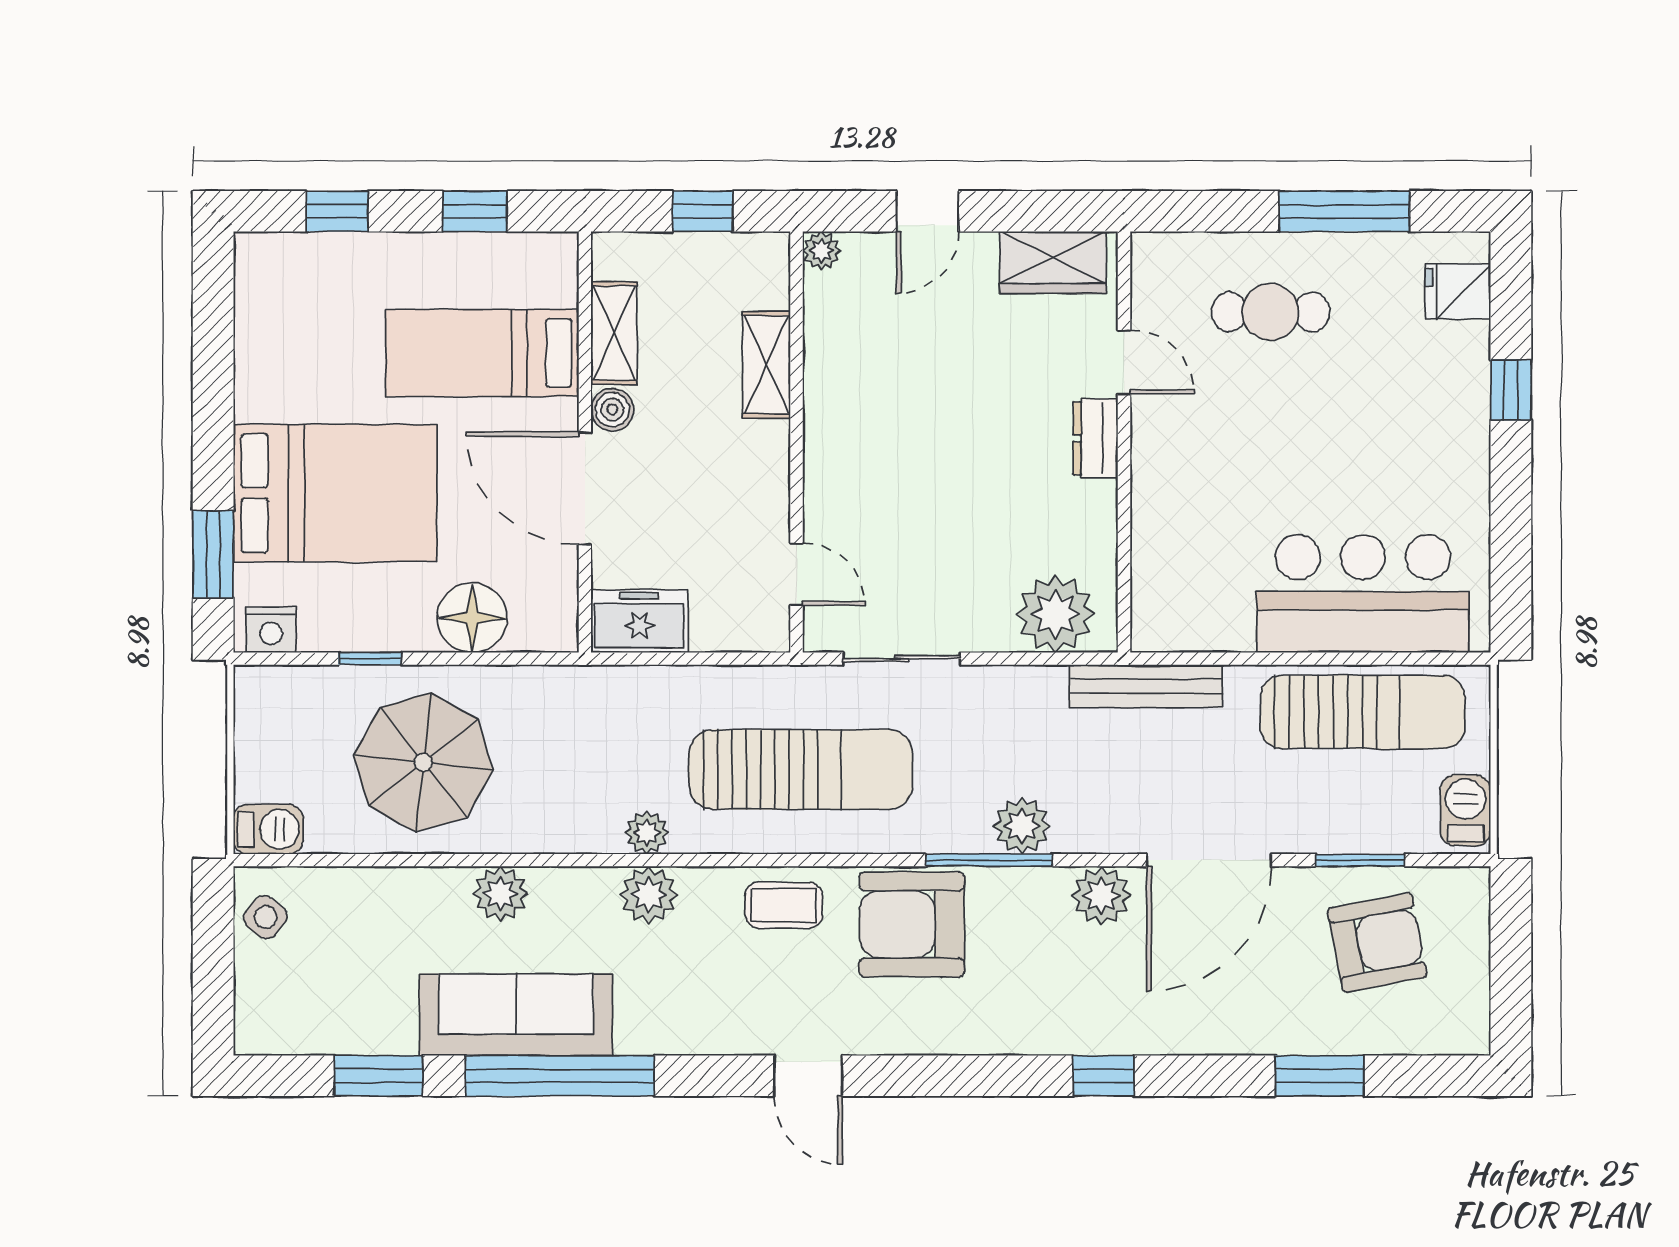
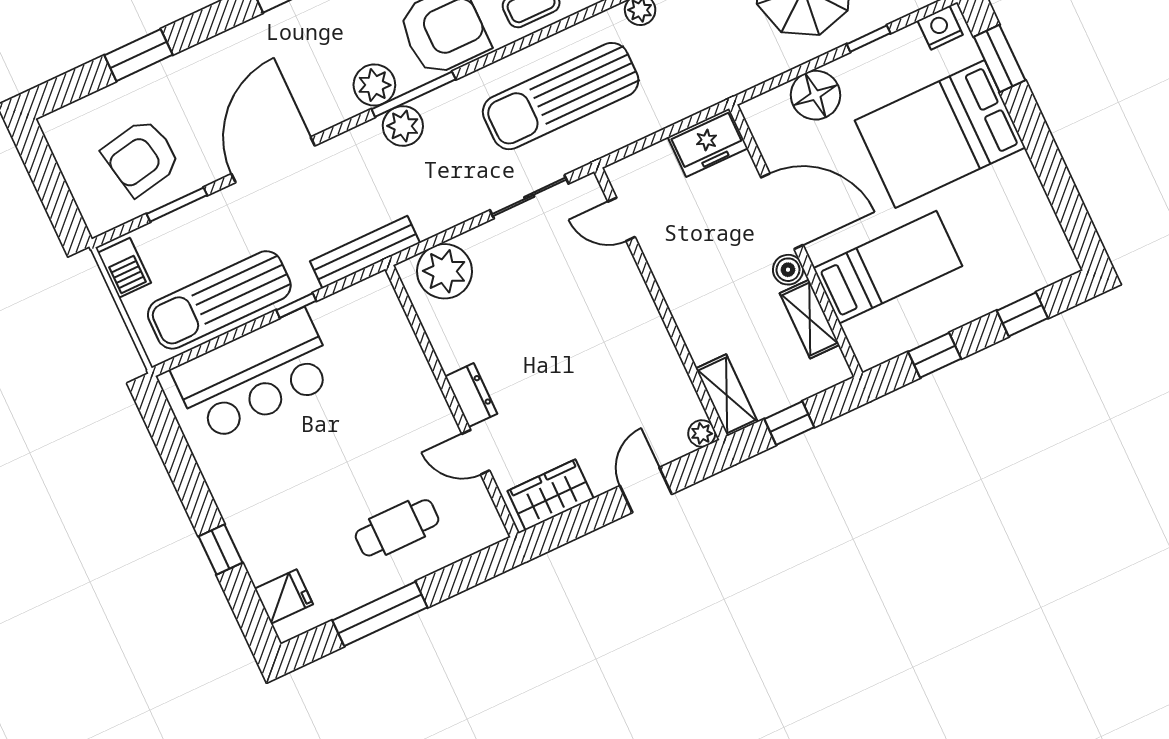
shelving: (766, 365) -> (727, 395), moved
window: (1267, 659) -> (296, 305), added
plant: (1101, 896) -> (374, 85), moved

